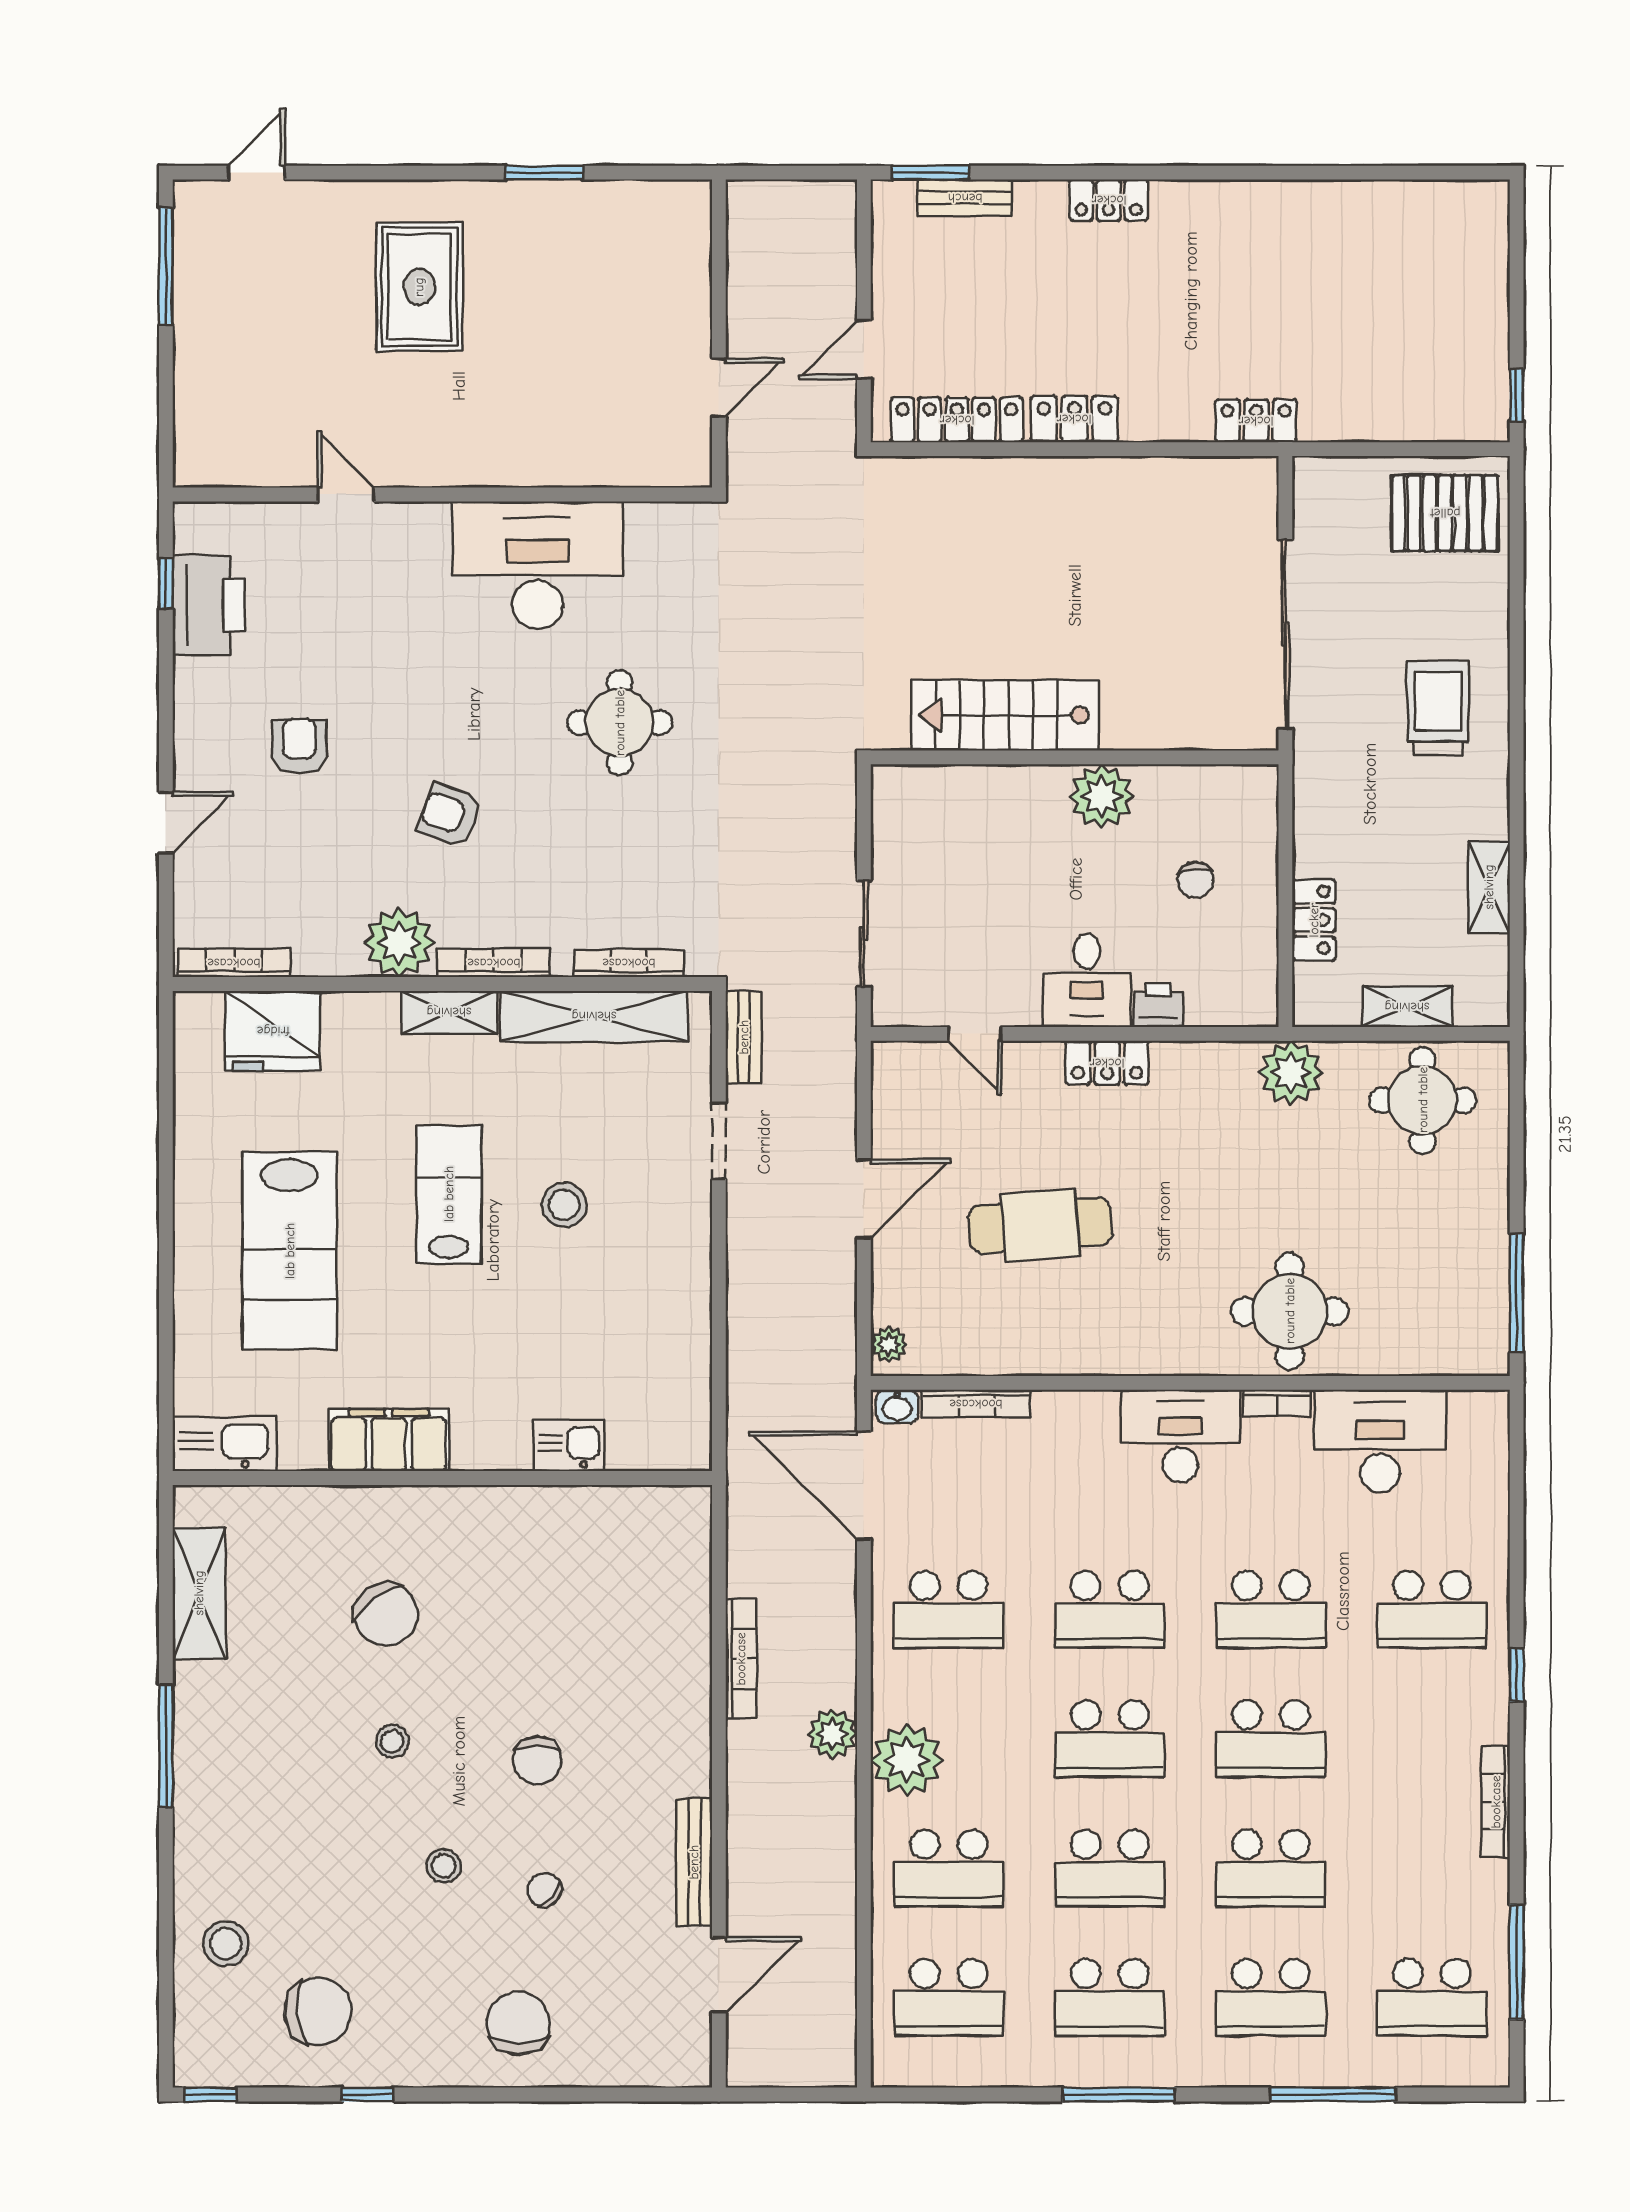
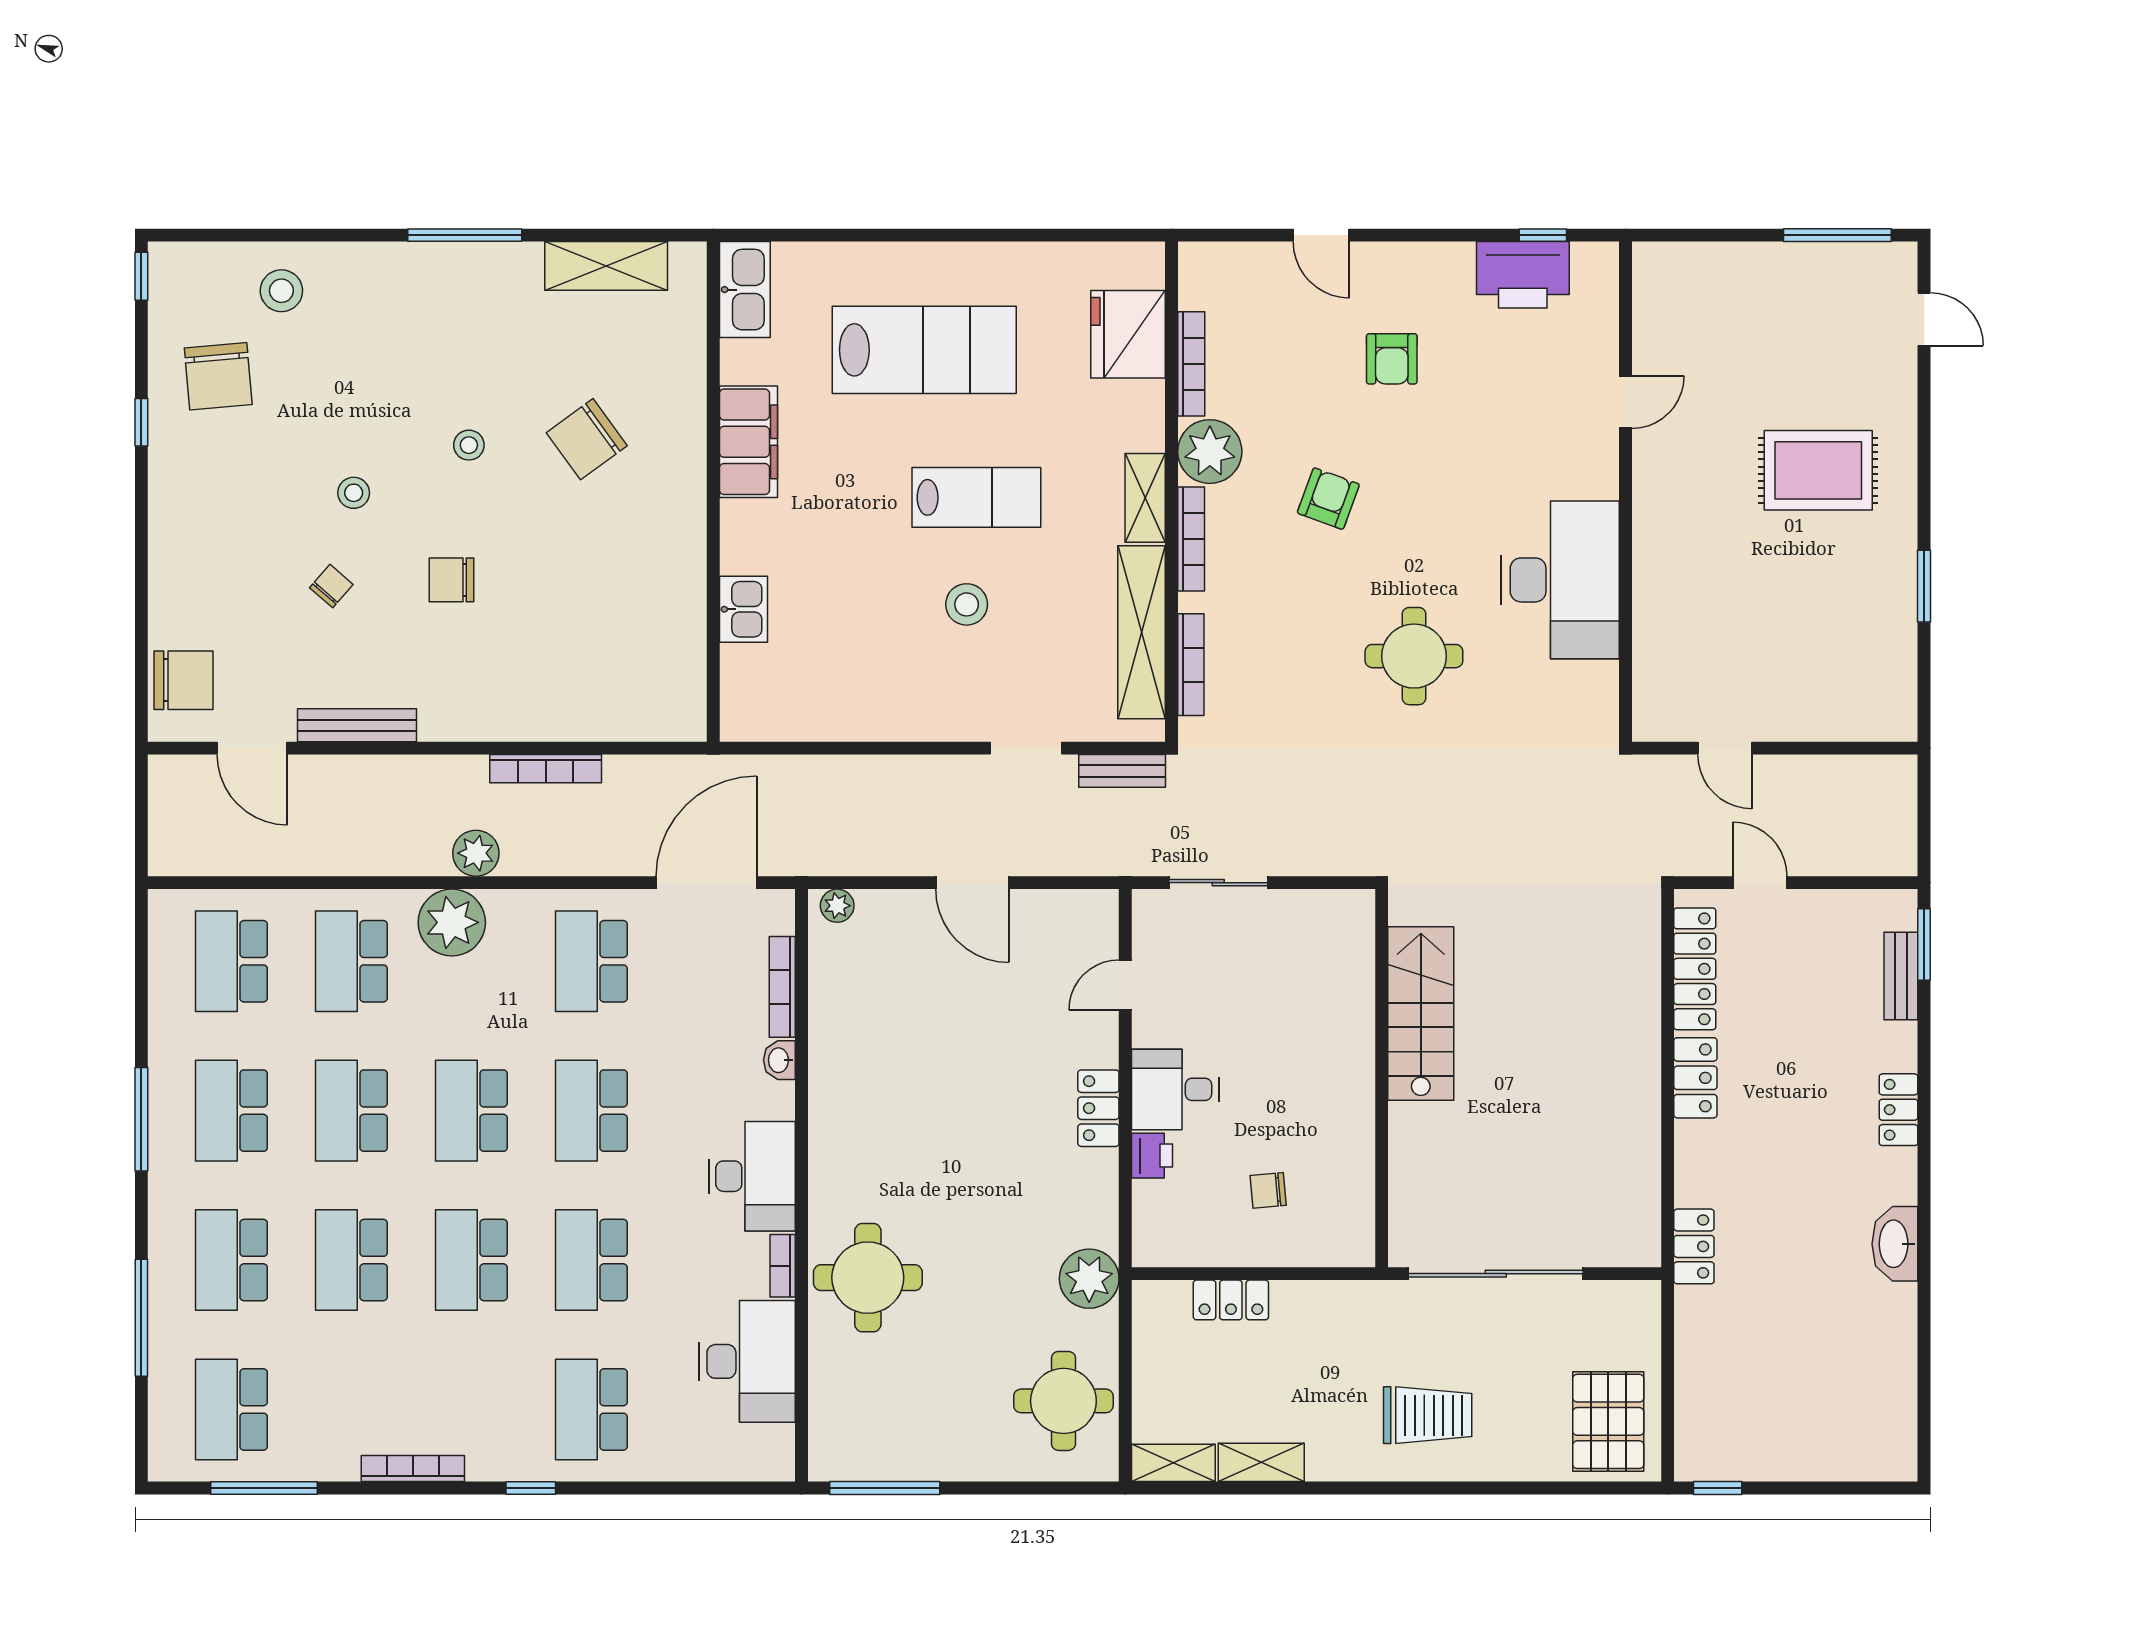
washbasin: (1253, 204) -> (1895, 1244), added
armchair: (299, 746) -> (1392, 359), turned 90
plant: (1102, 796) -> (1346, 1103), removed
bookcase: (234, 963) -> (1191, 364), moved
shelving: (1407, 1007) -> (1173, 1463), moved, turned 90
cafe table: (1040, 1225) -> (948, 1046), removed
lab bench: (290, 1251) -> (924, 350), turned 180
washbasin: (897, 1407) -> (779, 1060), moved
chair: (519, 2023) -> (183, 680), moved

